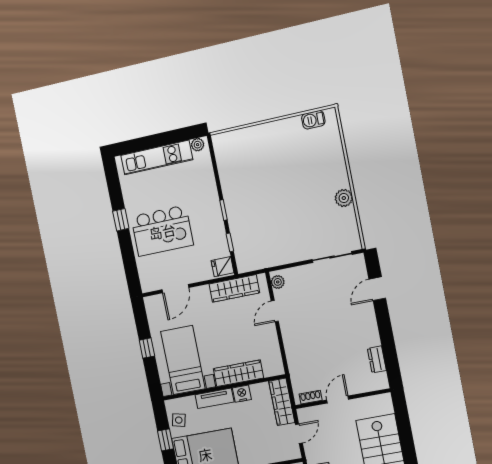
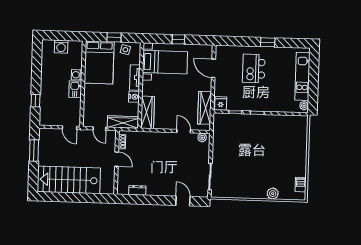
plant: (344, 198) -> (273, 194), moved
kitchen island: (162, 231) -> (254, 69), width x0.73, depth x0.78
wardrobe: (238, 373) -> (148, 112), moved

